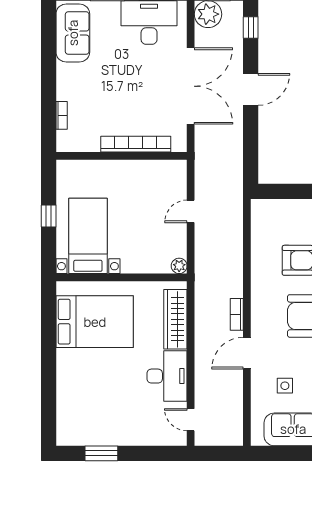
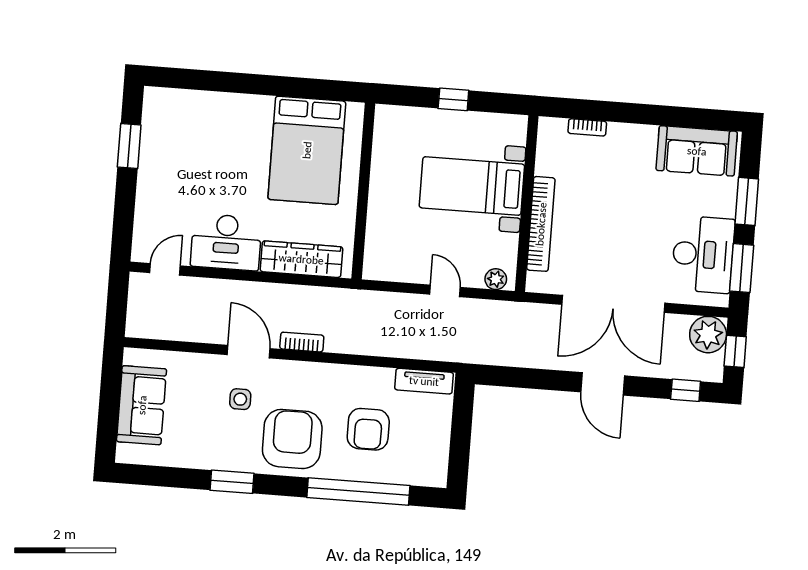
tv unit: (259, 222) -> (424, 381), added
bed with nightstands: (88, 236) -> (472, 186), moved, turned 180
plant: (179, 266) -> (496, 279), moved
side table: (285, 386) -> (240, 399), moved

